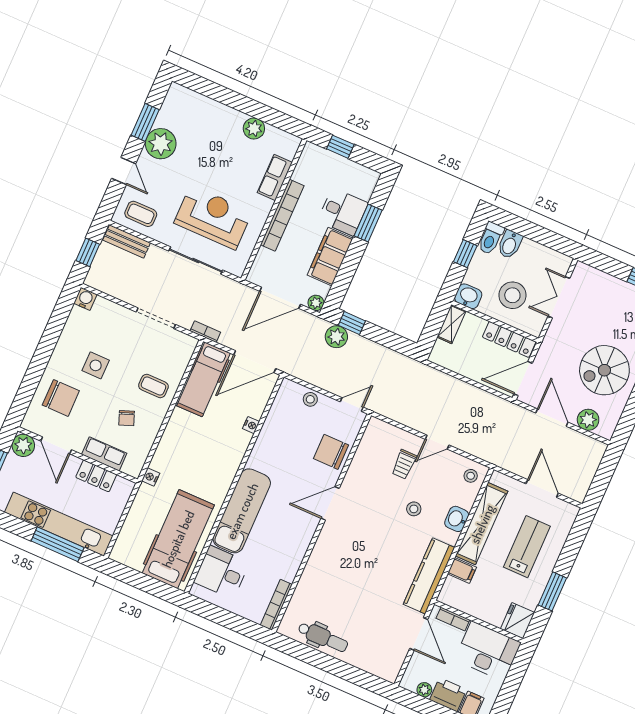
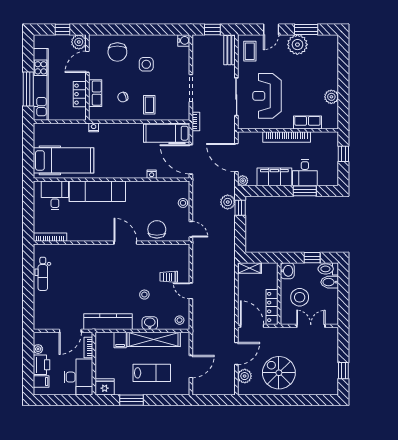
reception desk: (213, 217) -> (267, 96), turned 180
shelving: (451, 324) -> (249, 268), moved

